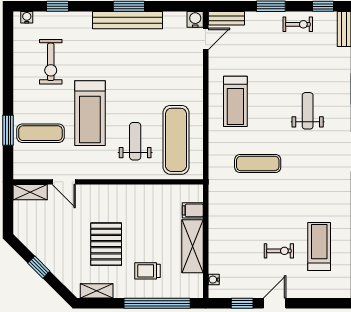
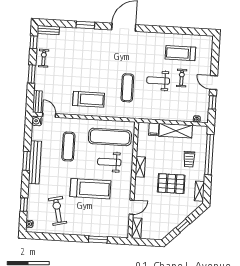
exercise bike: (51, 62) -> (58, 211), turned -103
weight bench: (308, 111) -> (158, 81), moved
exercise mat: (40, 133) -> (68, 147), moved
shelving: (130, 192) -> (140, 167), added

